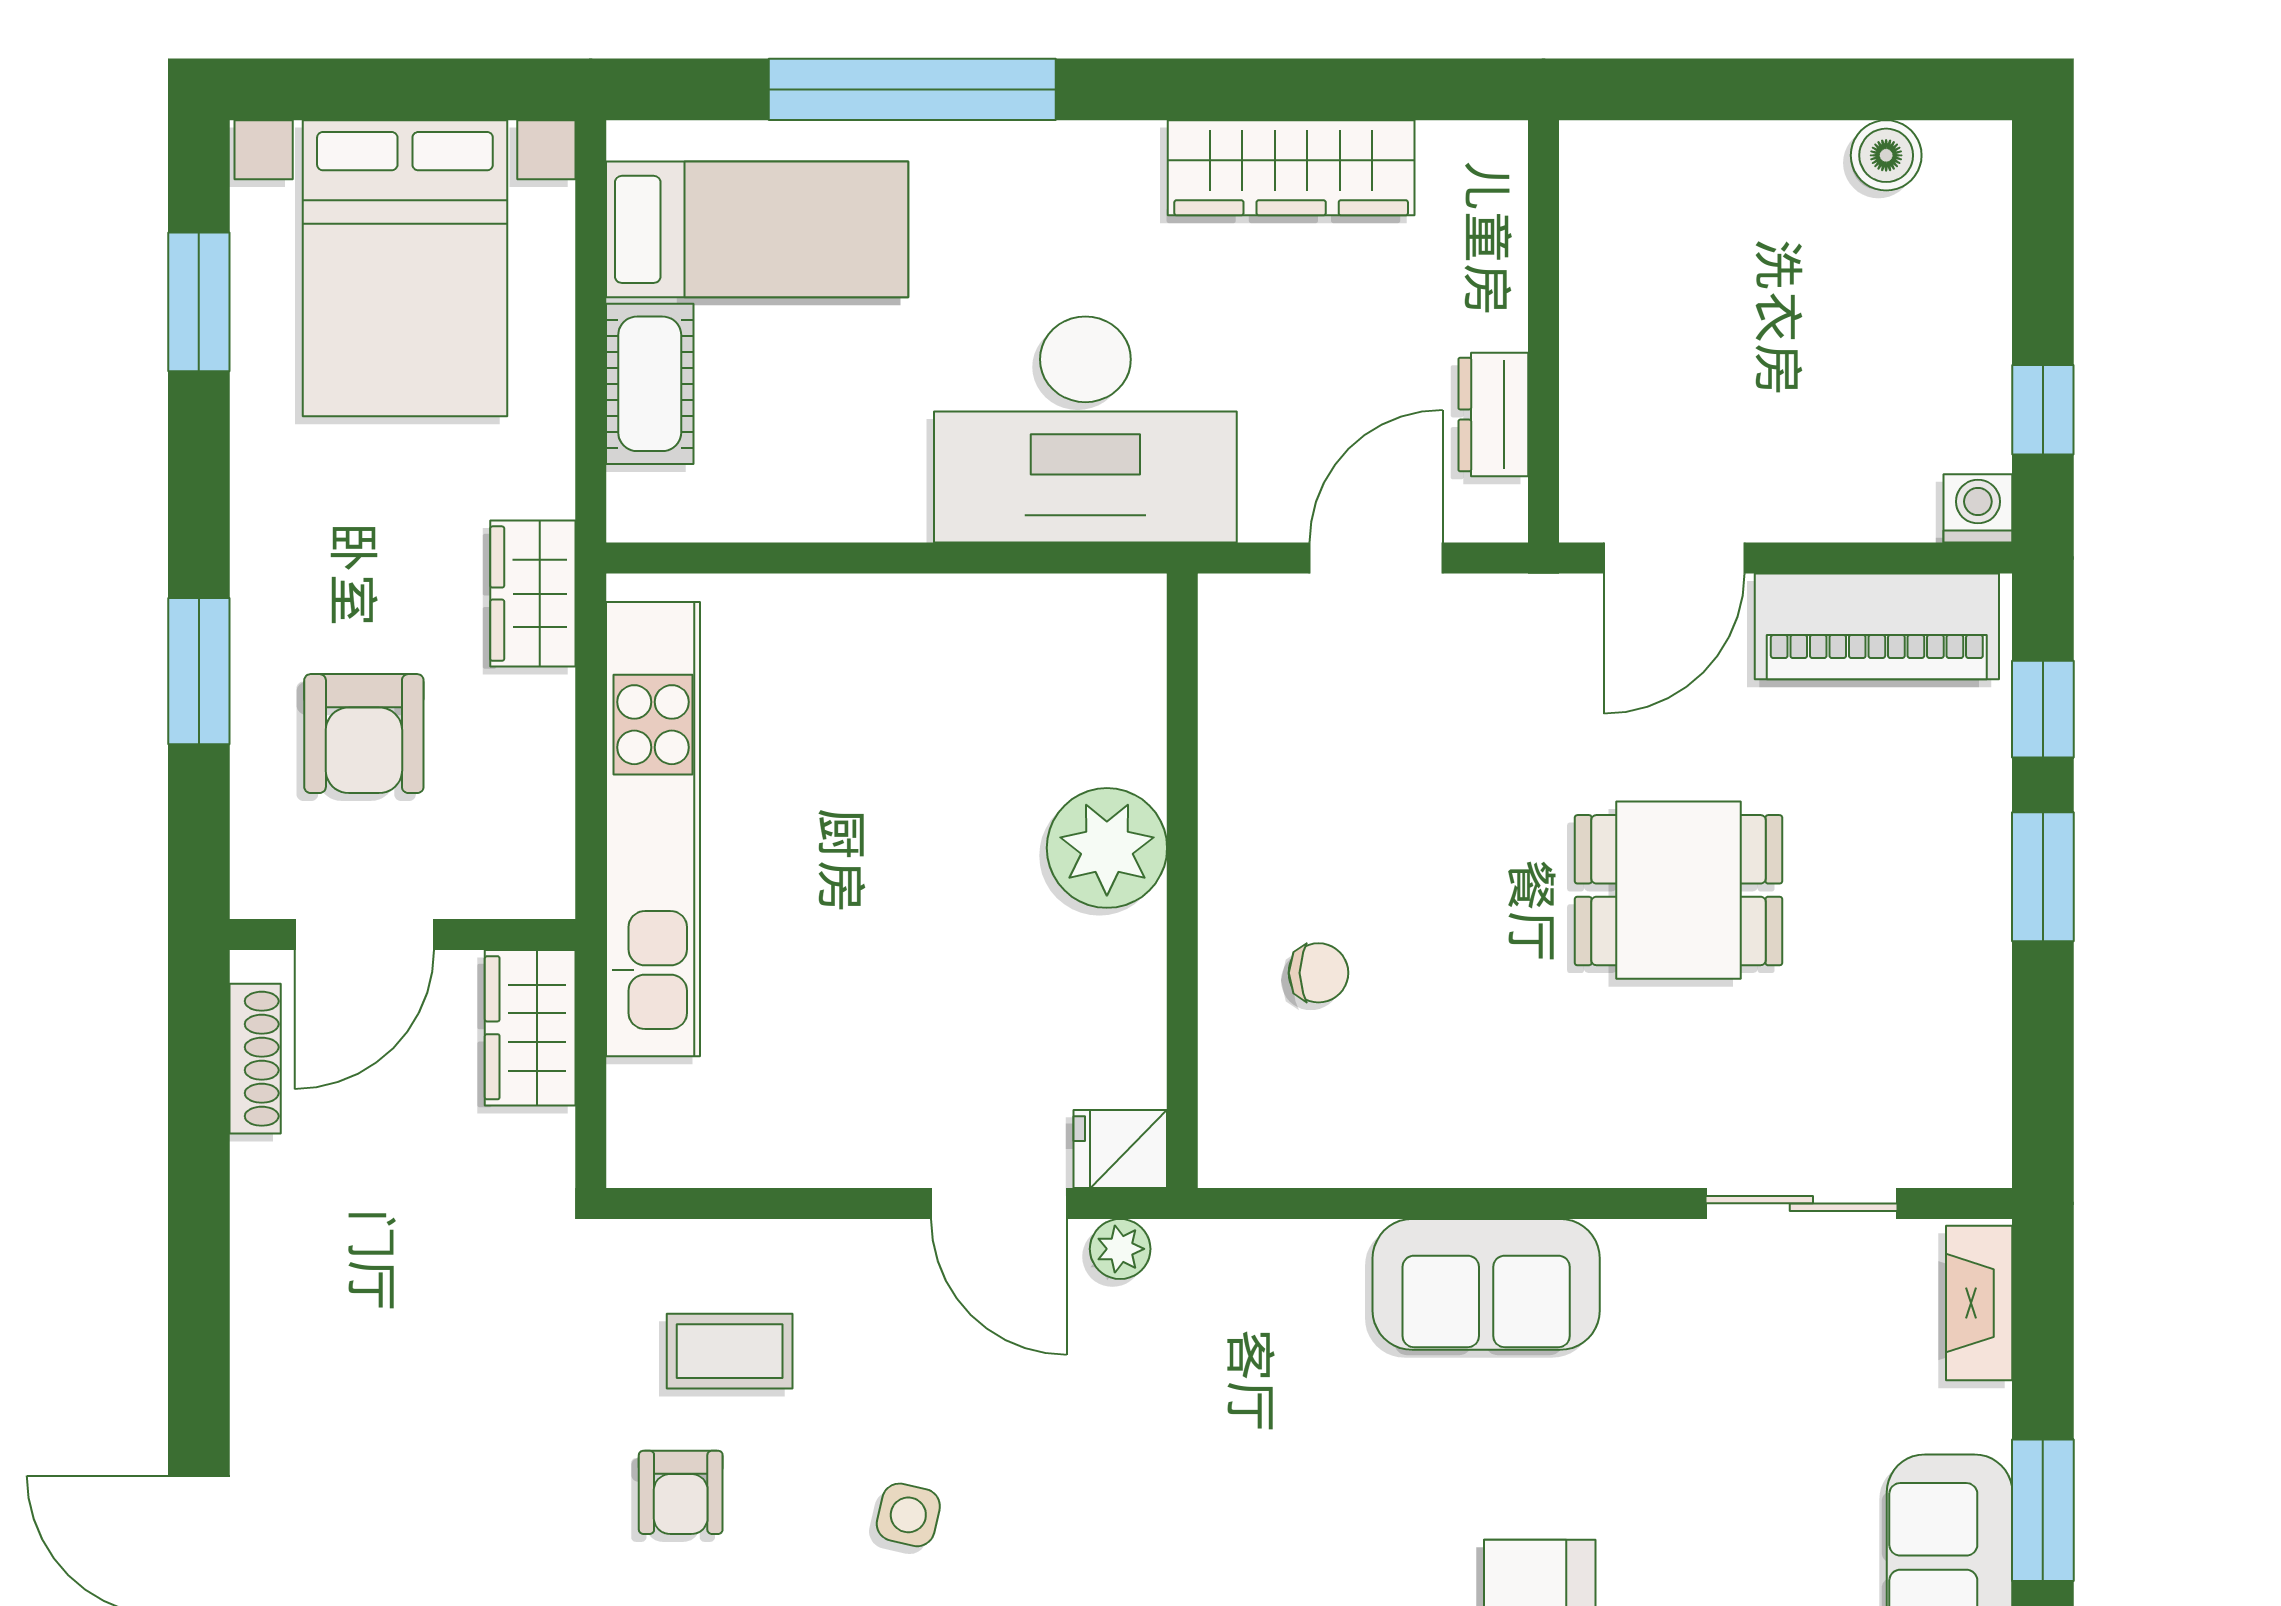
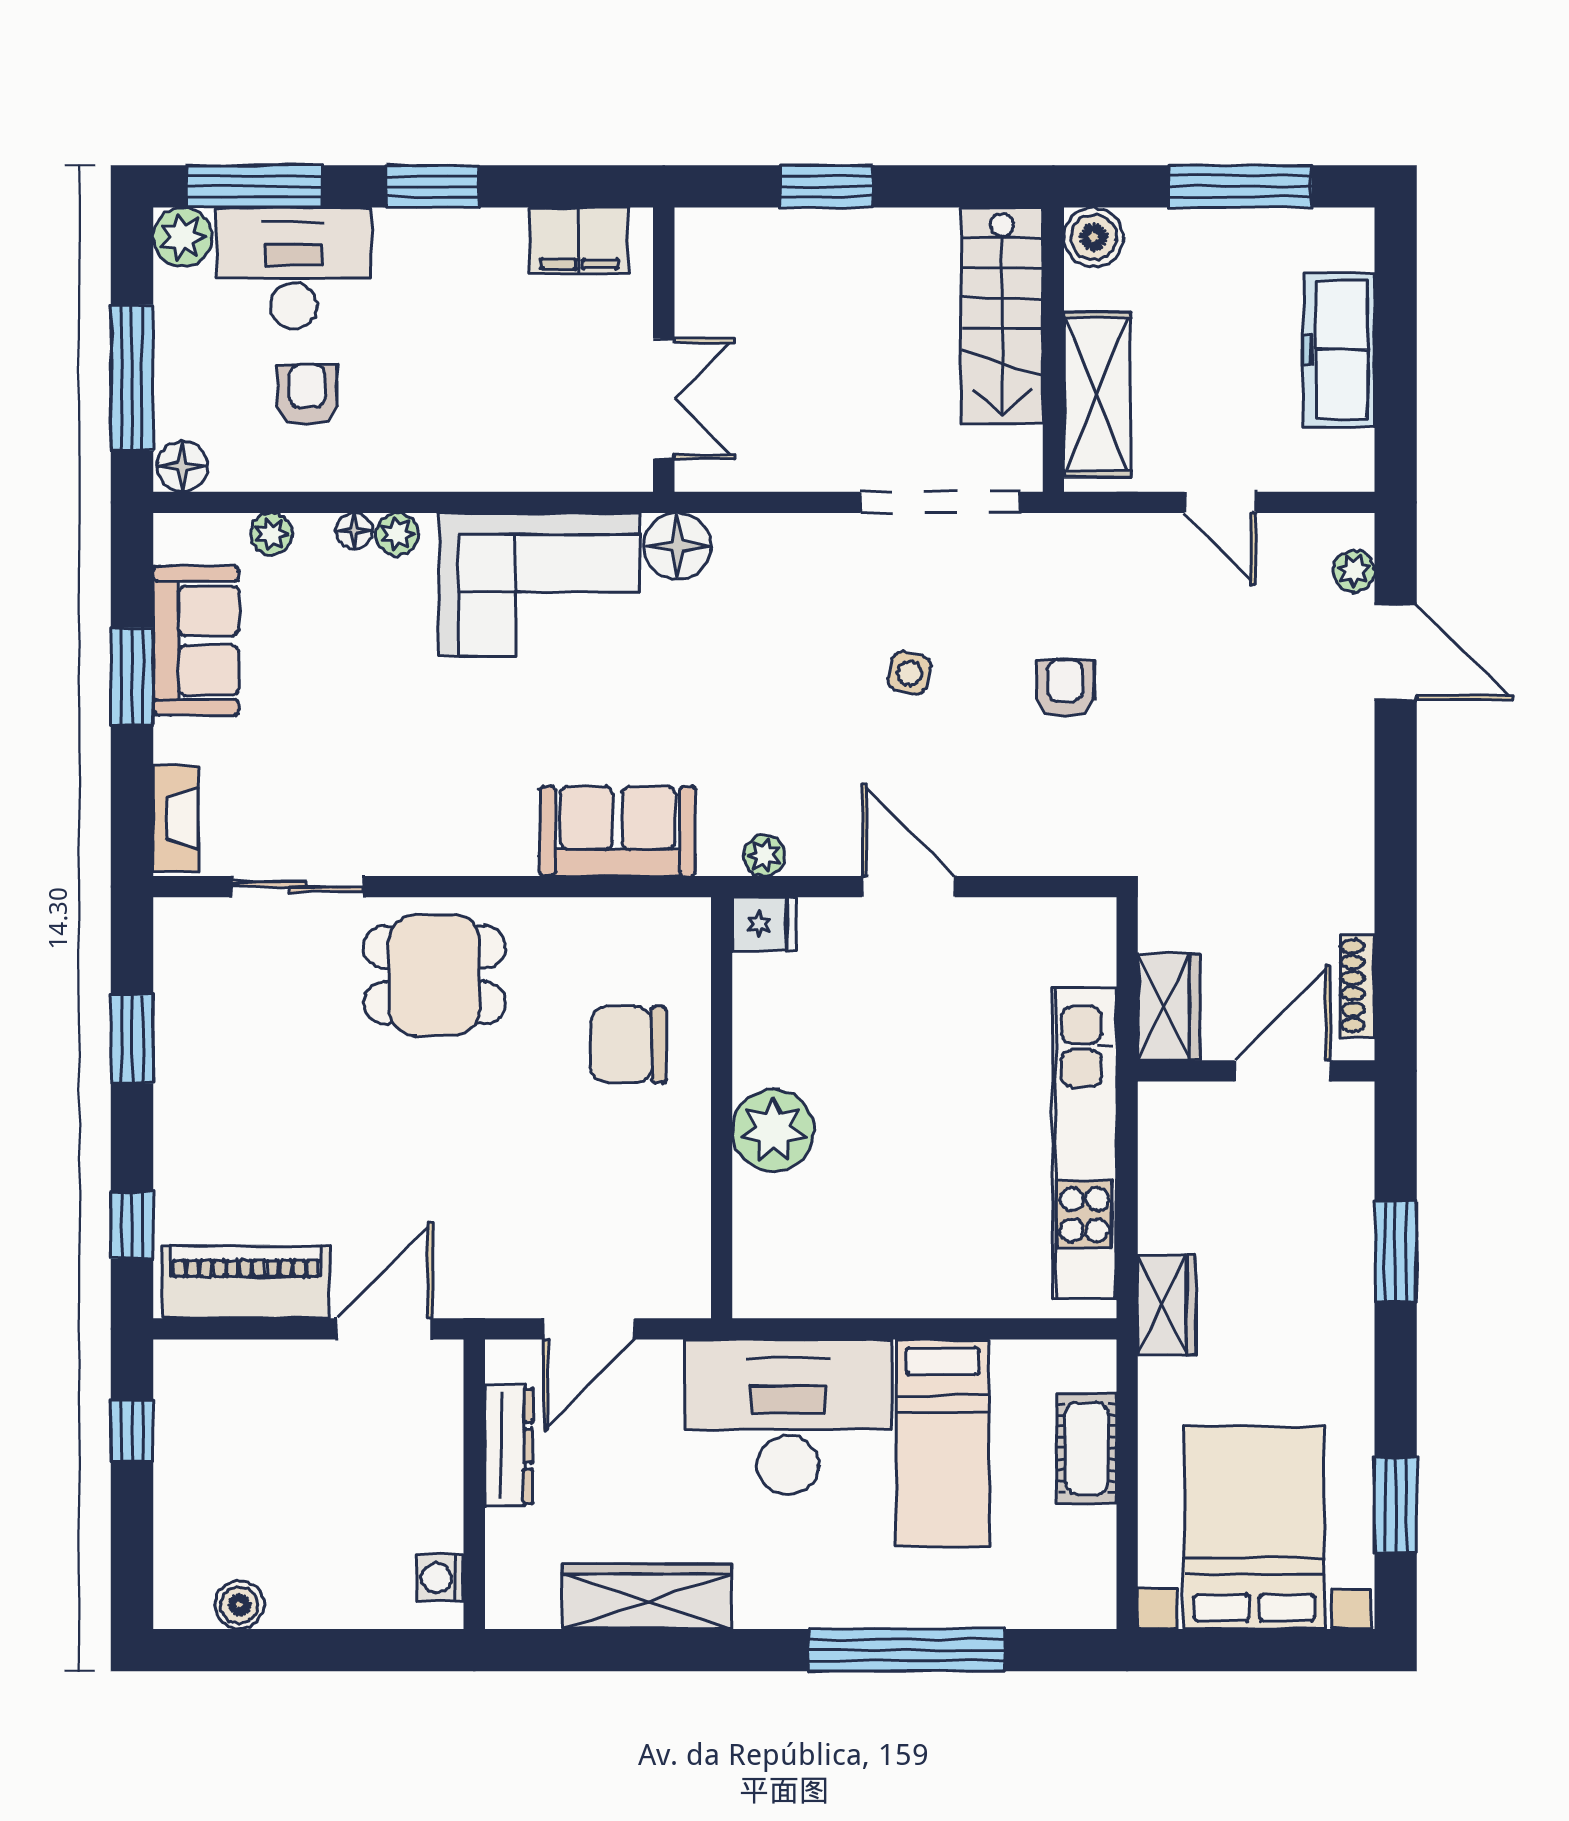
bed: (757, 229) -> (942, 1443), moved, turned -90
dresser: (1493, 415) -> (509, 1446), width x1.44
washing machine: (1978, 508) -> (440, 1578), moved, turned 90
armchair: (364, 734) -> (1282, 1209), removed
window: (2043, 877) -> (132, 1039), moved
dining table: (1679, 890) -> (434, 975), moved
chair: (1318, 973) -> (628, 1045), width x1.87, depth x1.87
door: (999, 1203) -> (908, 887), moved
sofa: (1486, 1284) -> (617, 831), moved
coffee table: (730, 1351) -> (1032, 785), removed

